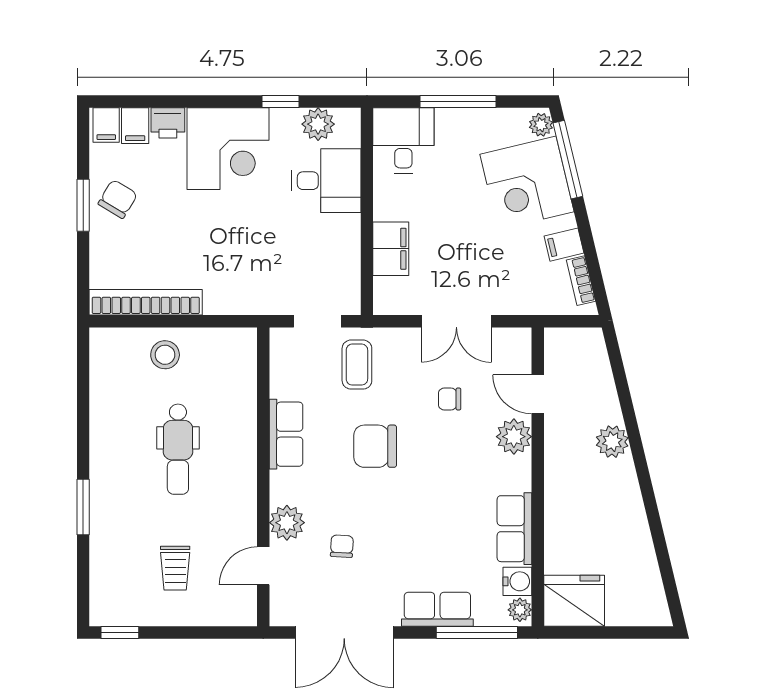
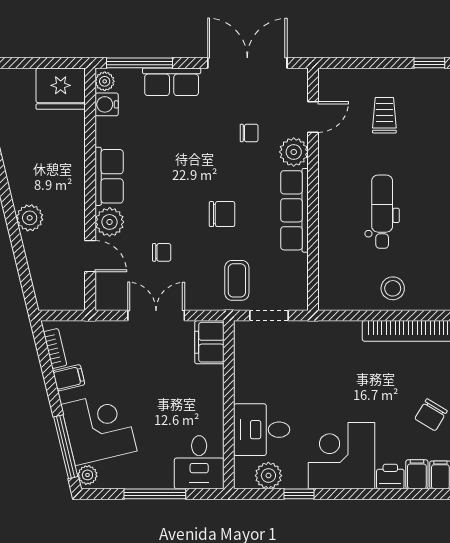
filing cabinet: (391, 249) -> (209, 342), moved
row of seats: (286, 434) -> (294, 210), width x1.48
chair: (375, 446) -> (222, 214), width x0.73, depth x0.73
row of seats: (514, 529) -> (109, 176), moved
chair: (342, 546) -> (249, 133), turned -93

